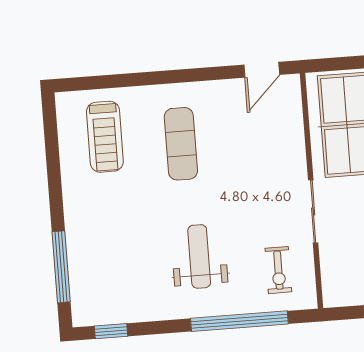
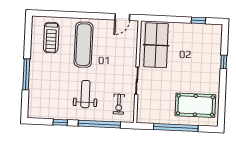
exercise mat: (181, 144) -> (83, 45), width x1.36, depth x1.45
window: (61, 267) -> (26, 74), moved
window: (111, 331) -> (60, 122), moved

